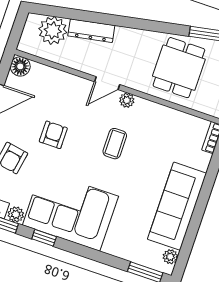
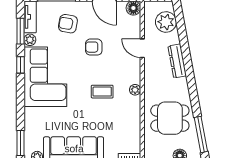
dresser: (91, 31) -> (177, 61), moved
door: (107, 83) -> (142, 48), moved
armchair: (53, 135) -> (94, 47), turned 180

